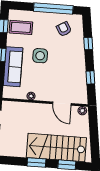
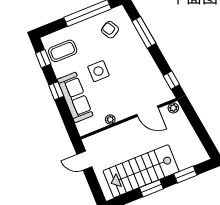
window: (88, 43) -> (144, 32), width x2.17
window: (90, 77) -> (171, 80), moved
stairs: (56, 148) -> (141, 171), moved

